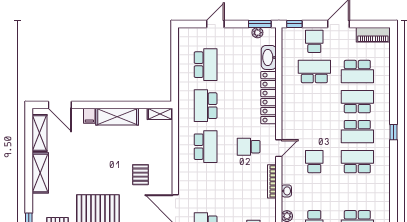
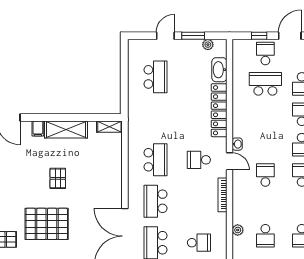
window: (260, 24) -> (193, 36), moved
window: (294, 24) -> (259, 36), moved
school desk: (206, 106) -> (155, 201), moved
door: (279, 148) -> (229, 161), hinge flipped
pallet: (140, 175) -> (58, 178), moved
washbasin: (286, 191) -> (237, 144), moved

